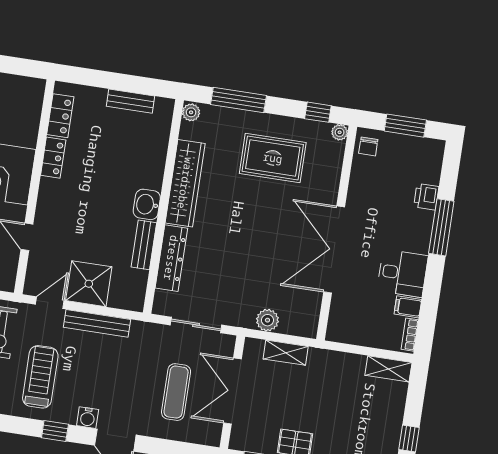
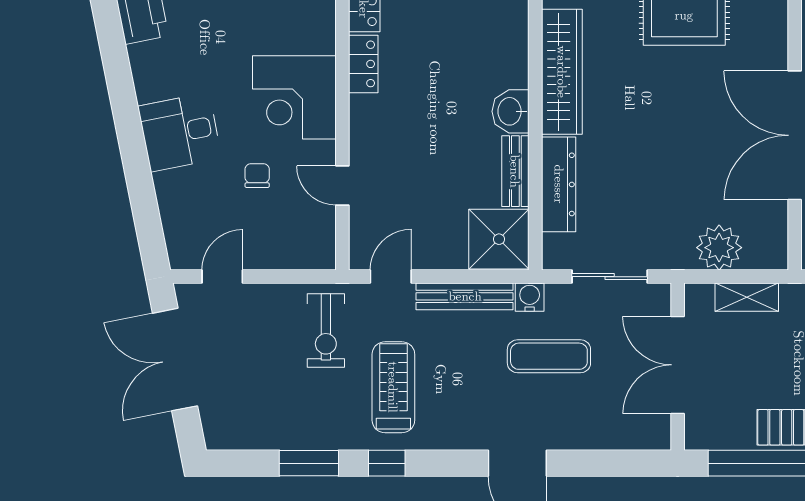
shower: (89, 284) -> (499, 239), moved
plant: (267, 320) -> (719, 248), width x1.36, depth x1.36
exercise mat: (176, 392) -> (549, 356), moved, turned 90
water cooler: (88, 418) -> (530, 297), moved, turned 180
window: (55, 431) -> (387, 463), moved

